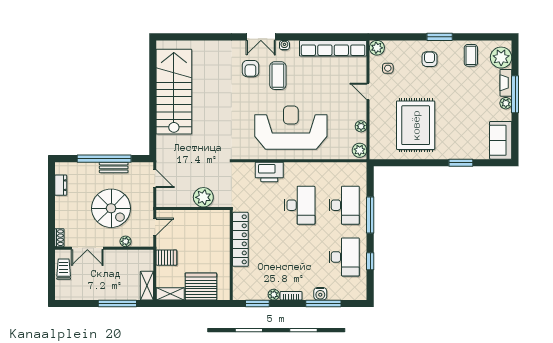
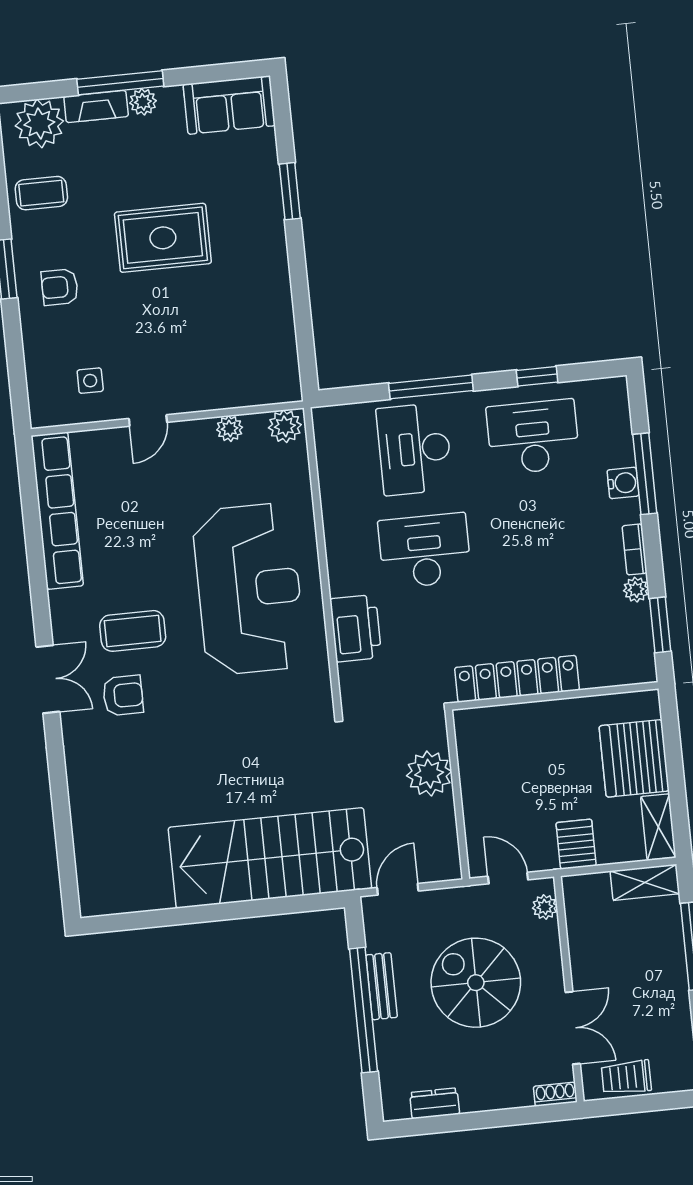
water cooler: (284, 45) -> (61, 623), removed
plant: (377, 48) -> (46, 410), removed
stairs: (174, 92) -> (270, 858), moved
rug: (416, 125) -> (163, 238), moved, width x0.73, depth x0.69
reception desk: (291, 128) -> (249, 589), turned 180
desk: (344, 205) -> (414, 449), turned -90
spiral stairs: (111, 208) -> (476, 983), turned -90
plant: (126, 241) -> (545, 907), moved

